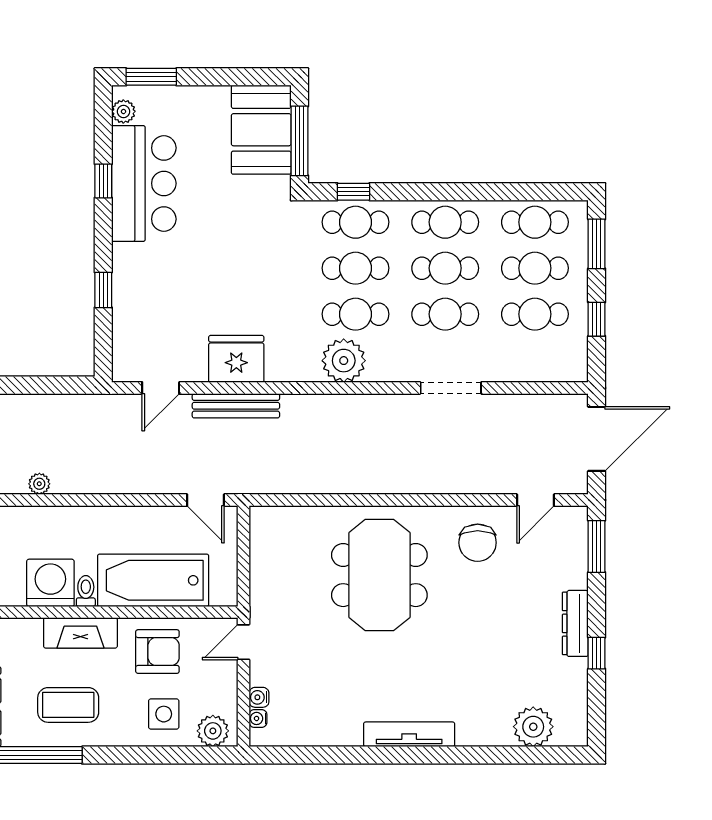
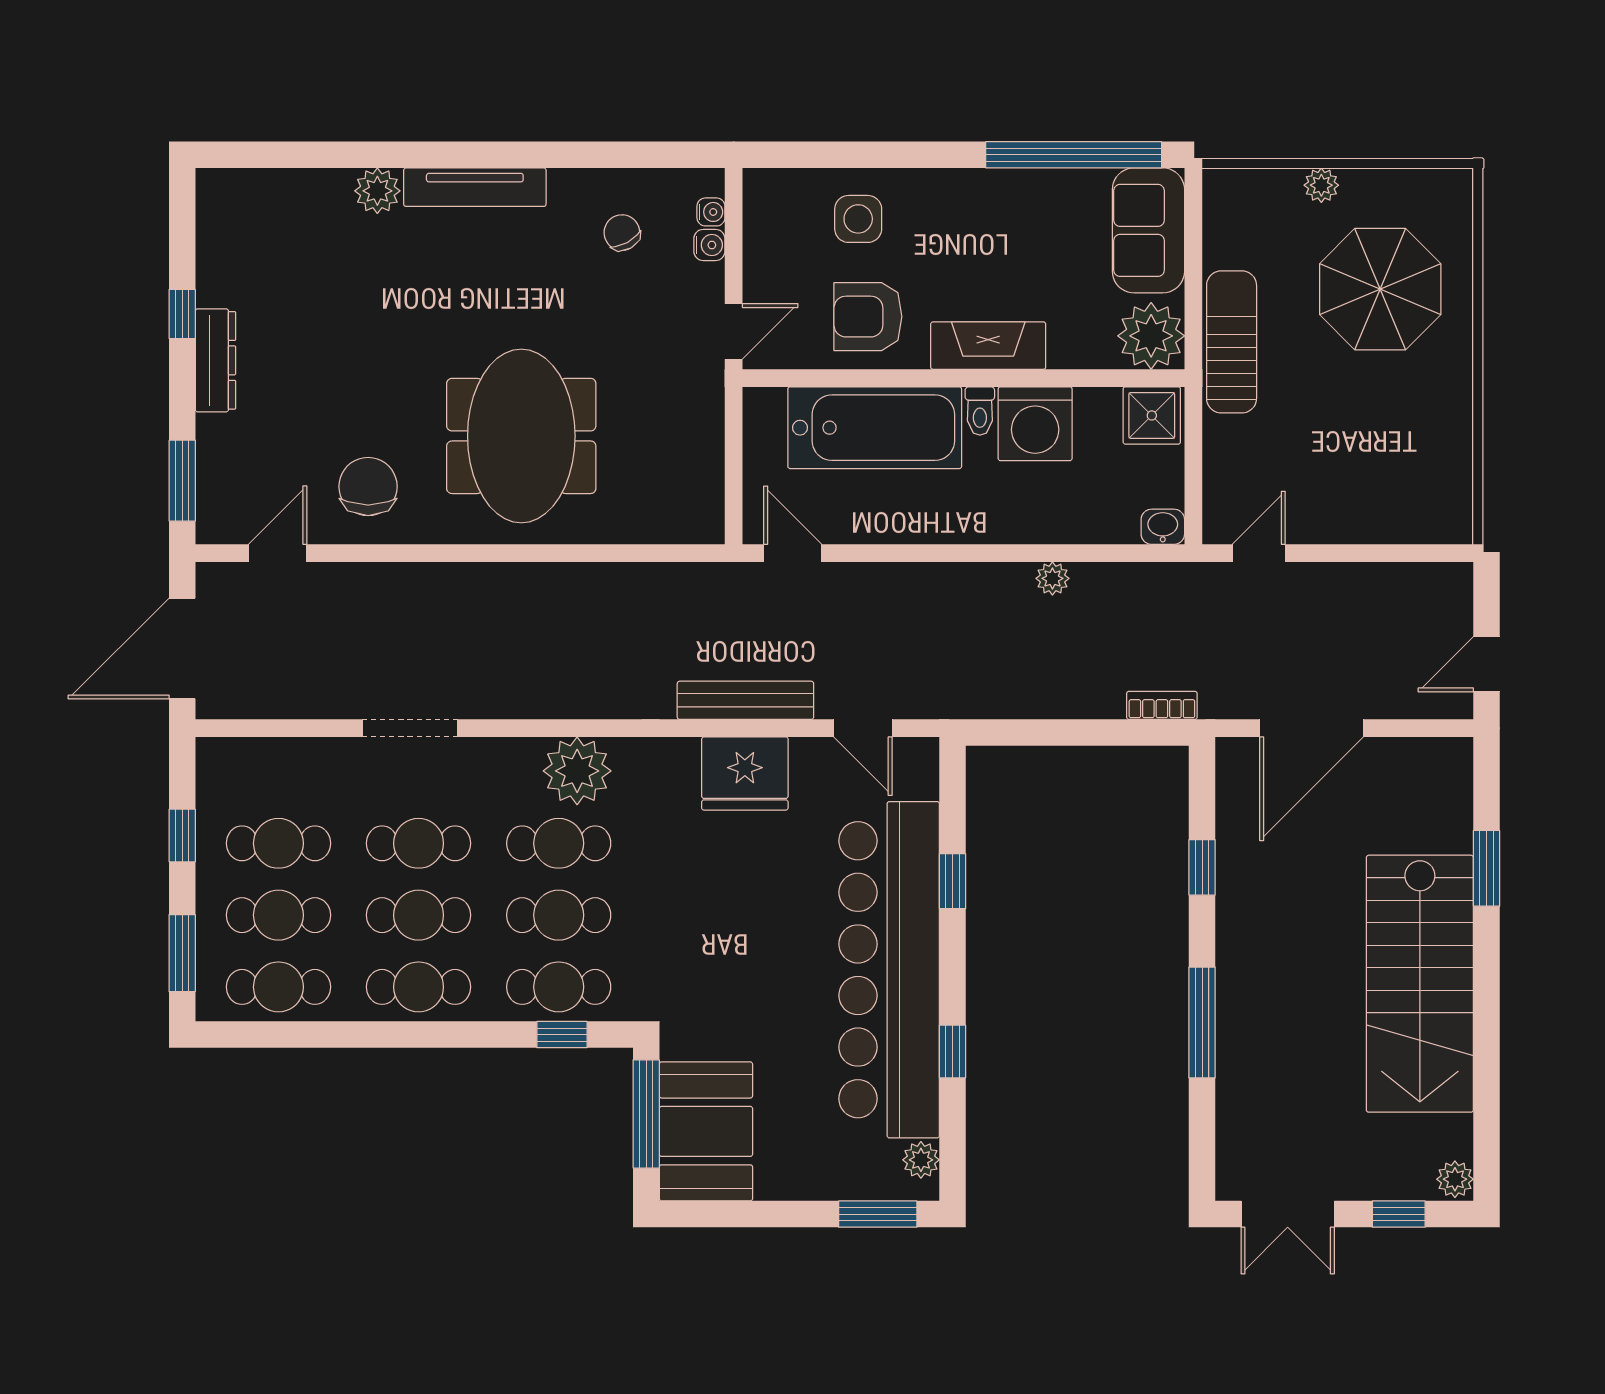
bar counter: (144, 183) -> (889, 970), width x1.86
door: (161, 388) -> (863, 728), swing flipped
coffee table: (68, 705) -> (1007, 233), removed
chair: (315, 705) -> (622, 233), added
plant: (533, 727) -> (377, 191), moved, width x0.73, depth x0.73
plant: (213, 731) -> (781, 193), removed

